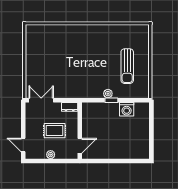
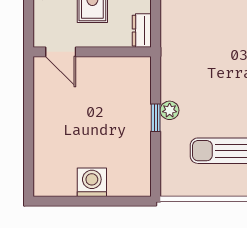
washing machine: (127, 109) -> (92, 182), moved, turned 90

